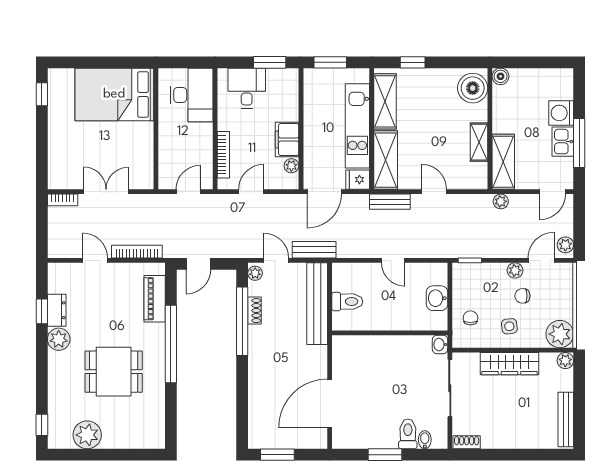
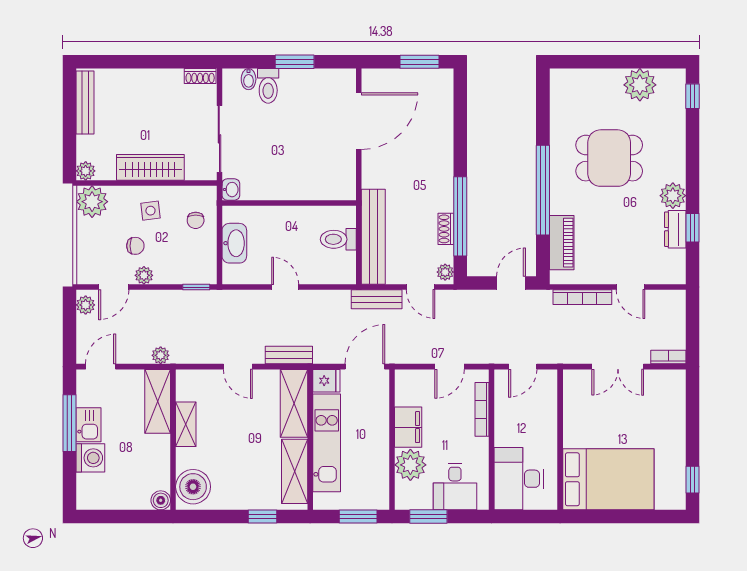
plant: (291, 166) -> (410, 465), moved, width x1.88, depth x1.88
washbasin: (437, 298) -> (234, 243), width x1.38

